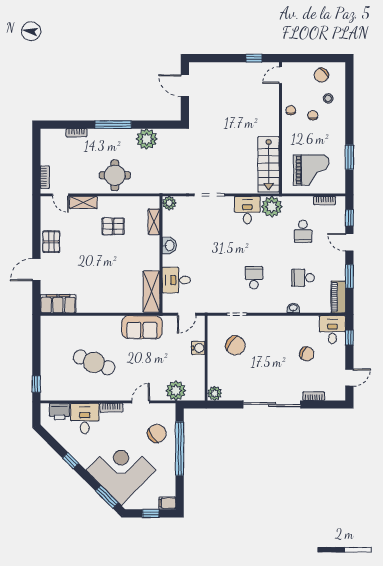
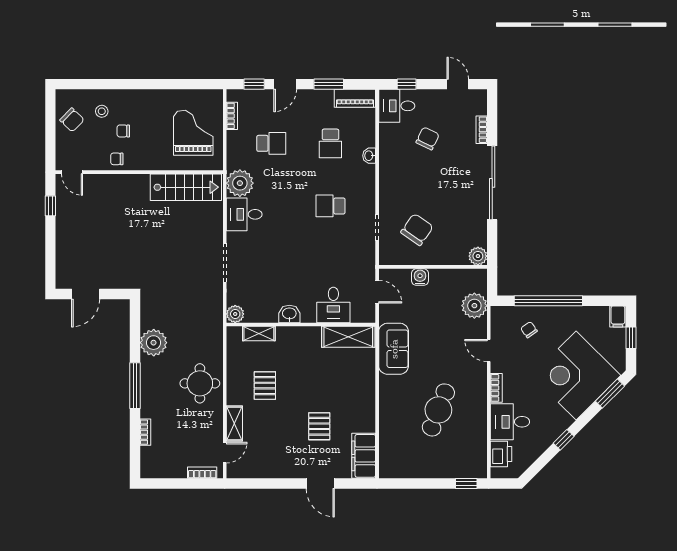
window: (349, 157) -> (177, 84), removed
pallet: (51, 242) -> (319, 426), moved, turned 90
chair: (157, 433) -> (529, 330), width x0.54, depth x0.54

